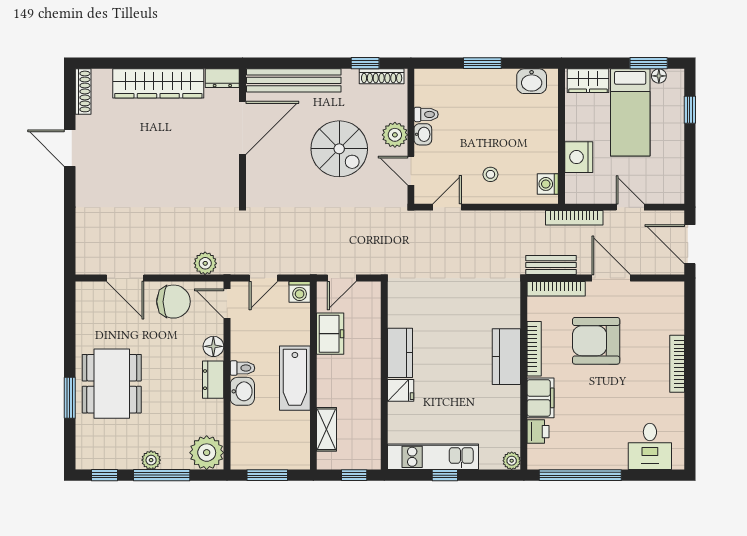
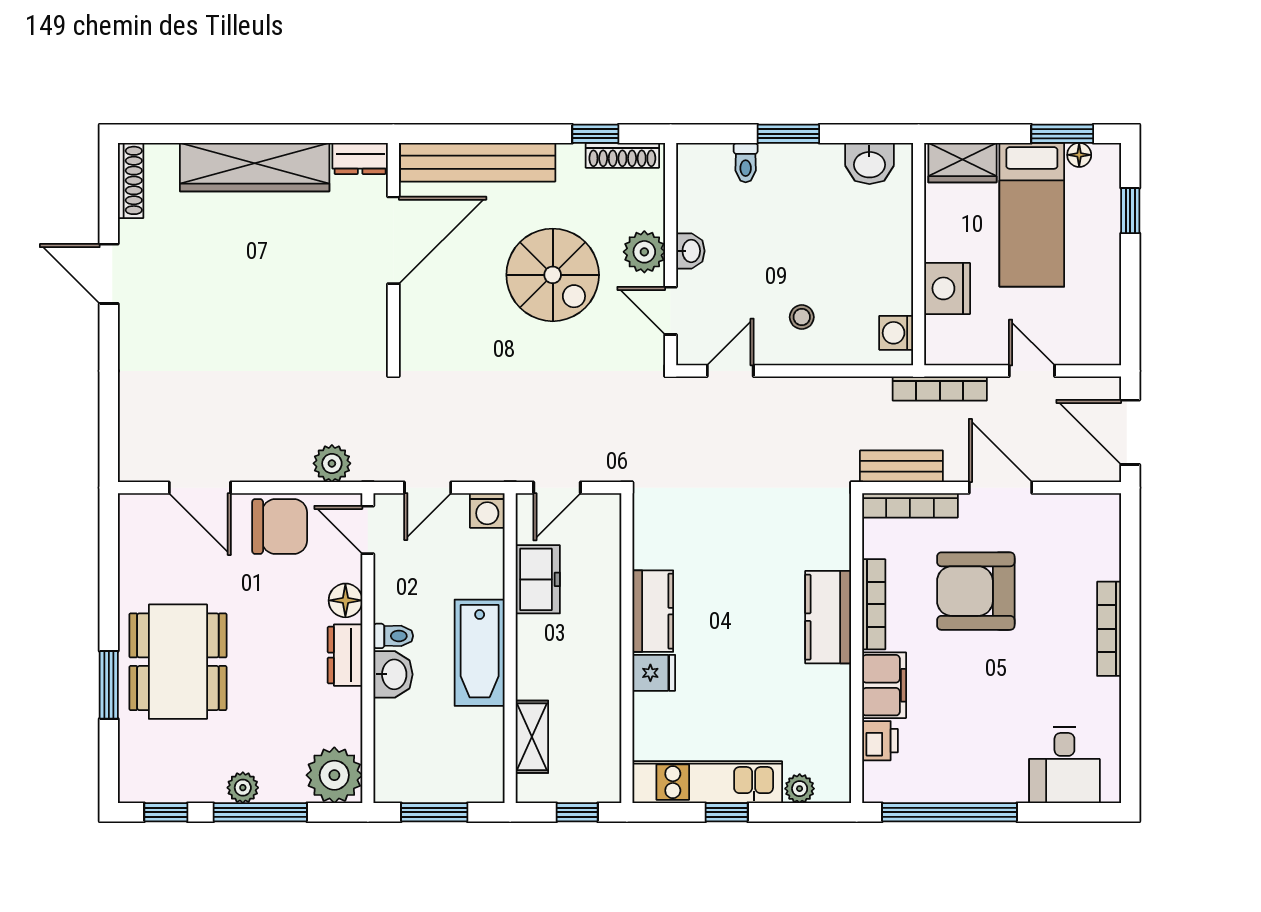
toilet: (426, 114) -> (746, 163), moved, turned 90
plant: (512, 461) -> (800, 789), moved

